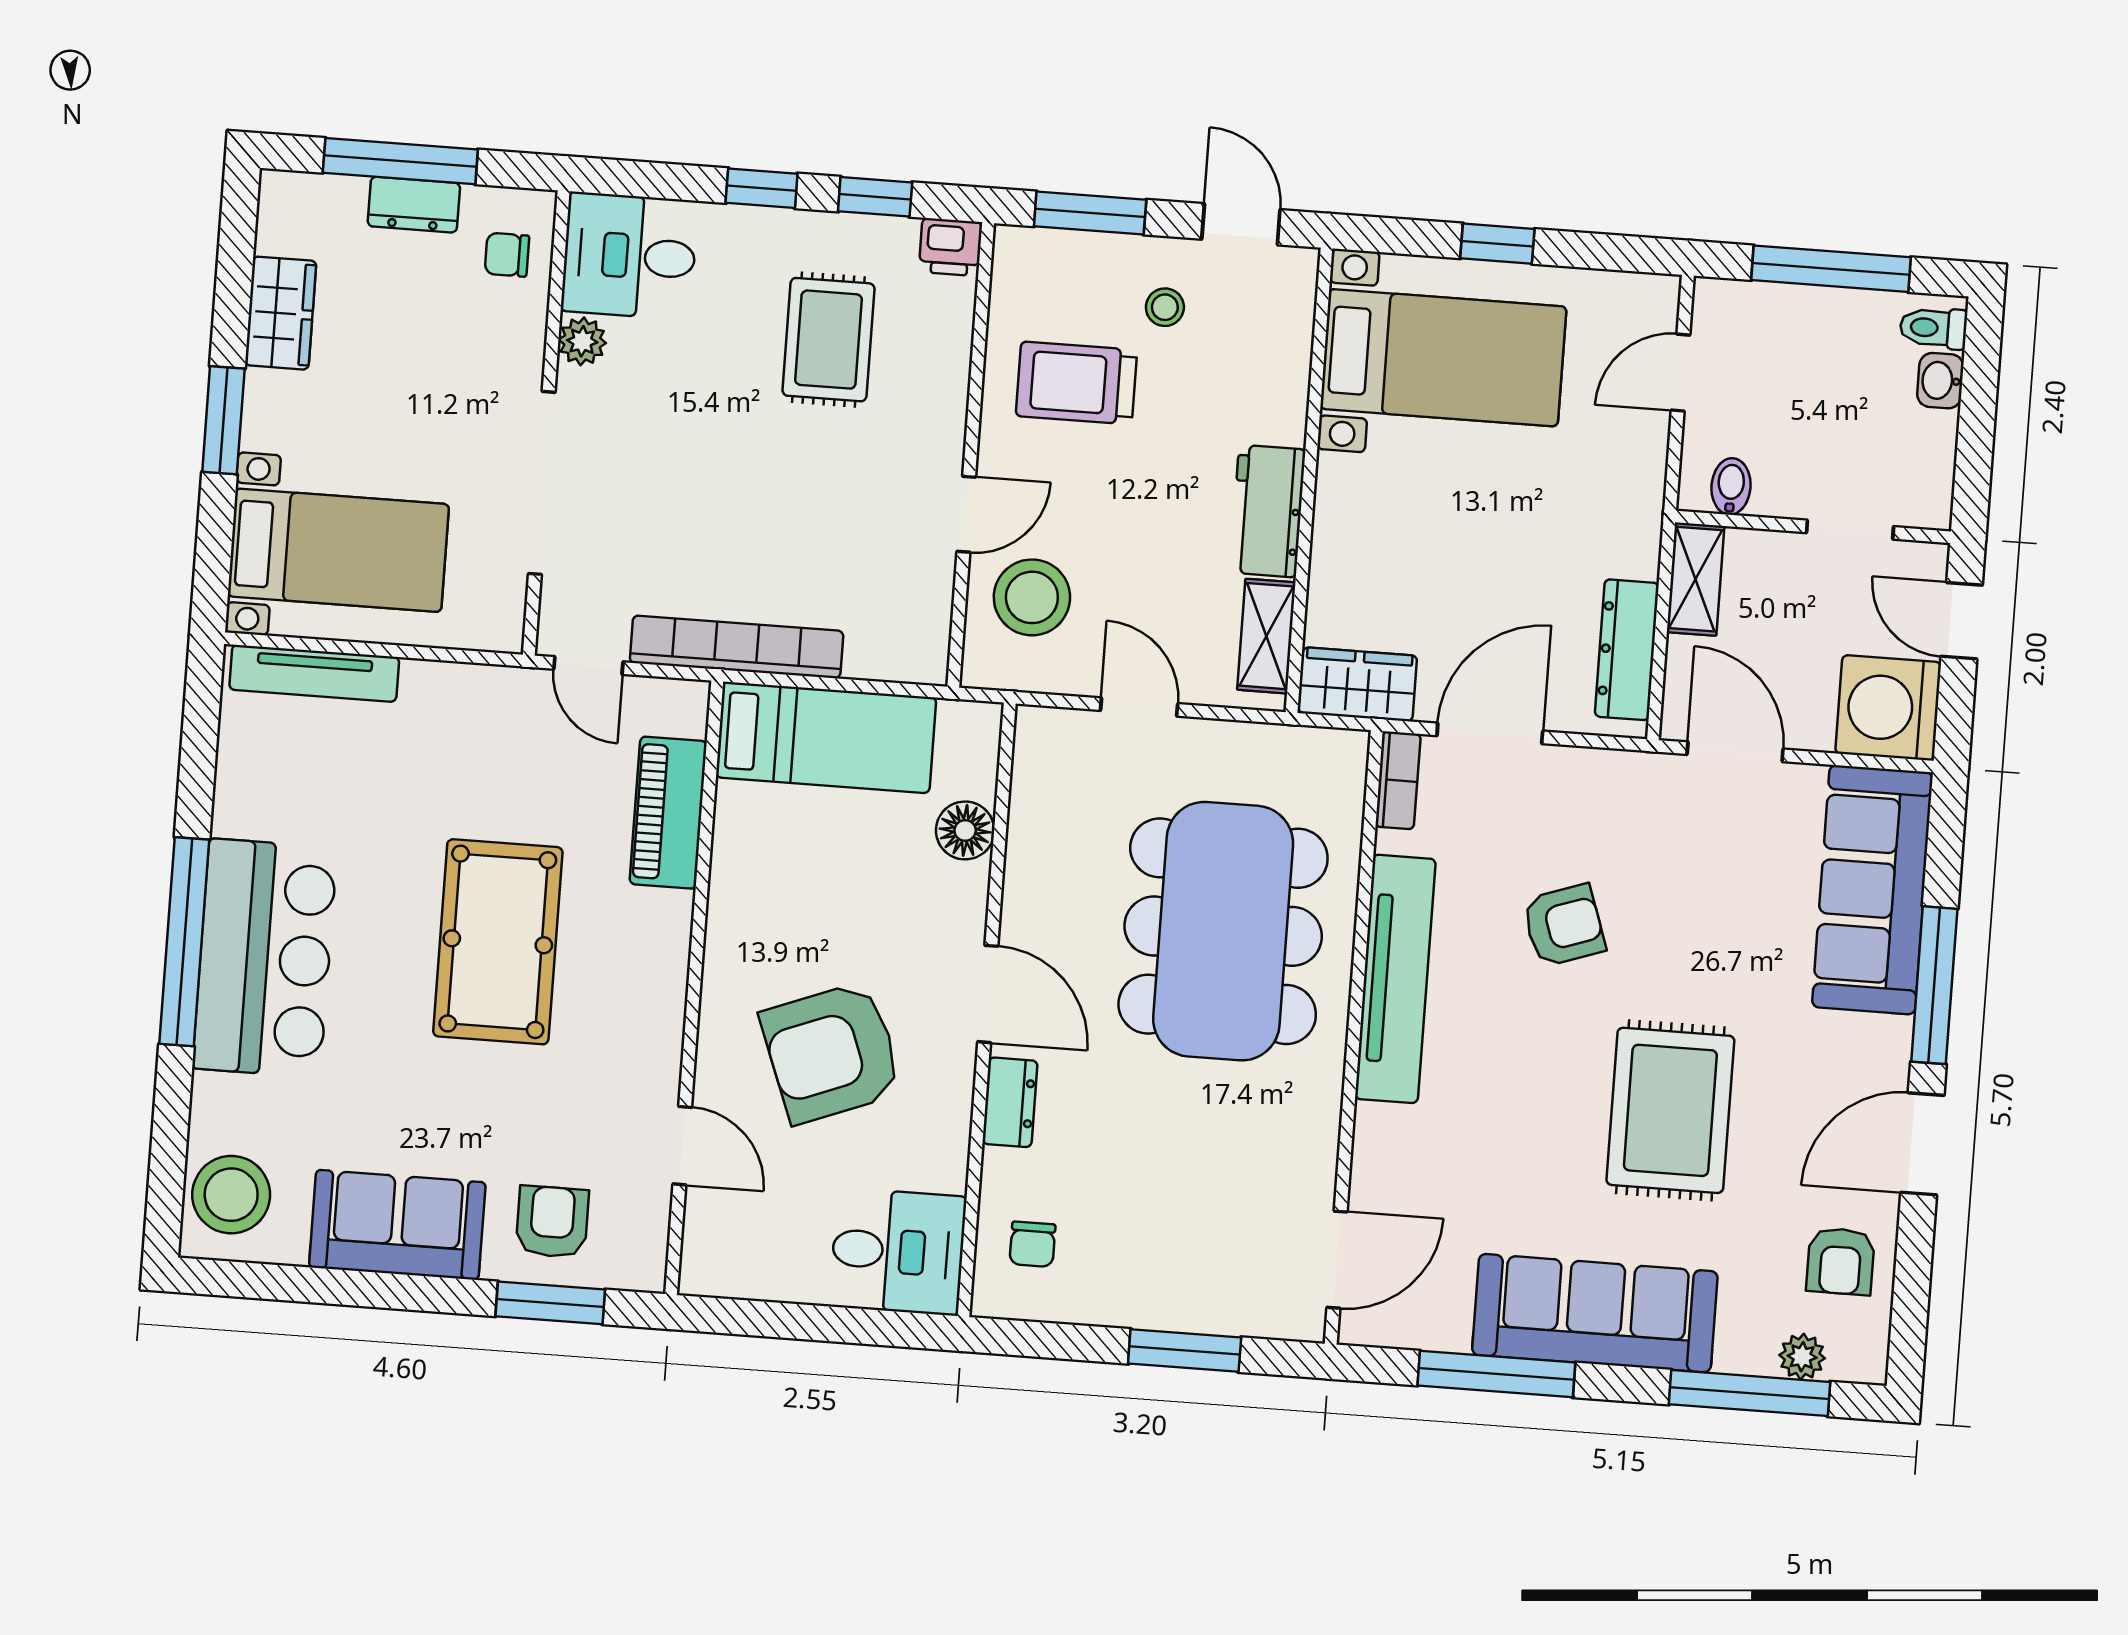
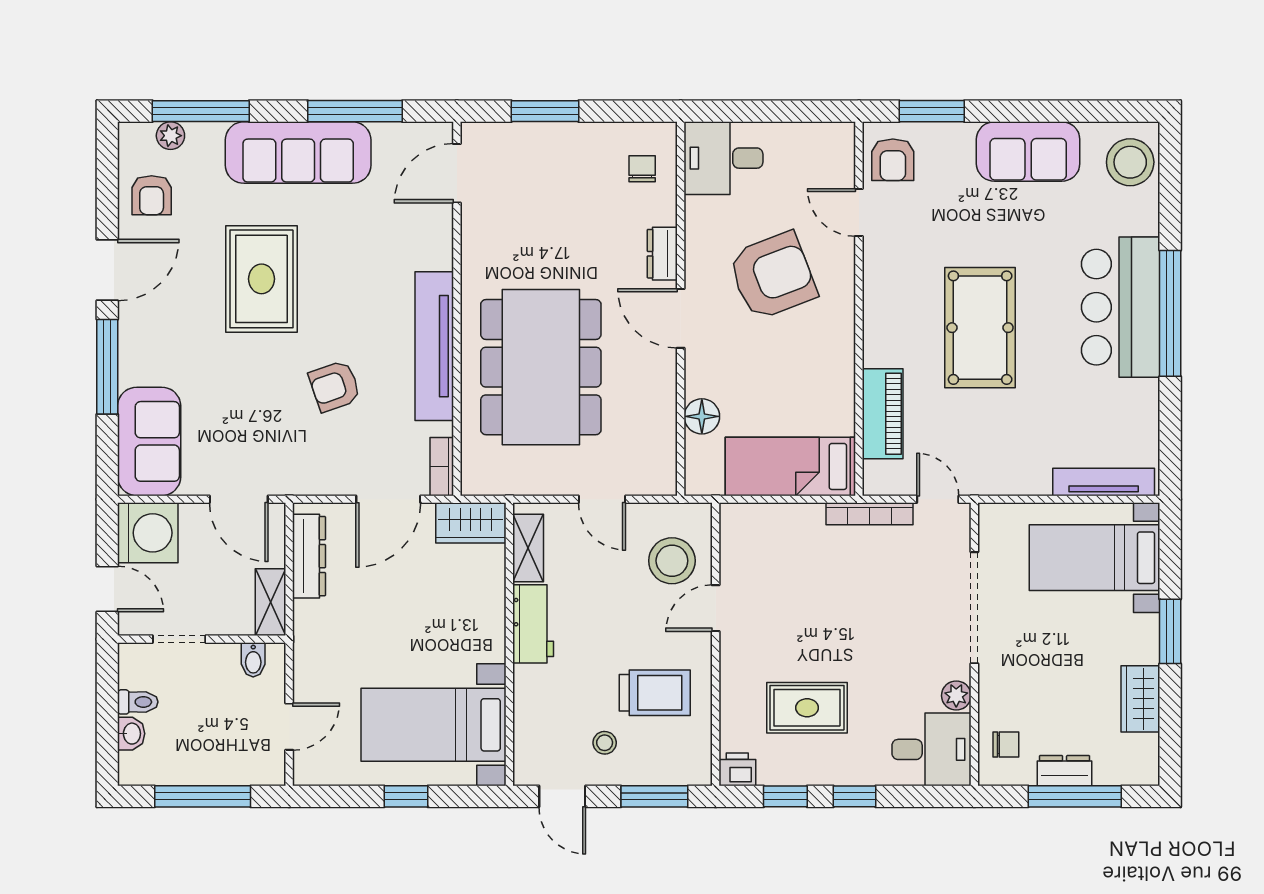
toilet: (1933, 328) -> (138, 702), moved
rug: (829, 340) -> (807, 708), turned 90
bookcase: (737, 647) -> (870, 514), width x0.68, depth x0.76
sofa: (1872, 890) -> (149, 441), width x0.73
armchair: (552, 1222) -> (893, 160), moved
armchair: (1840, 1261) -> (152, 195), turned 180

